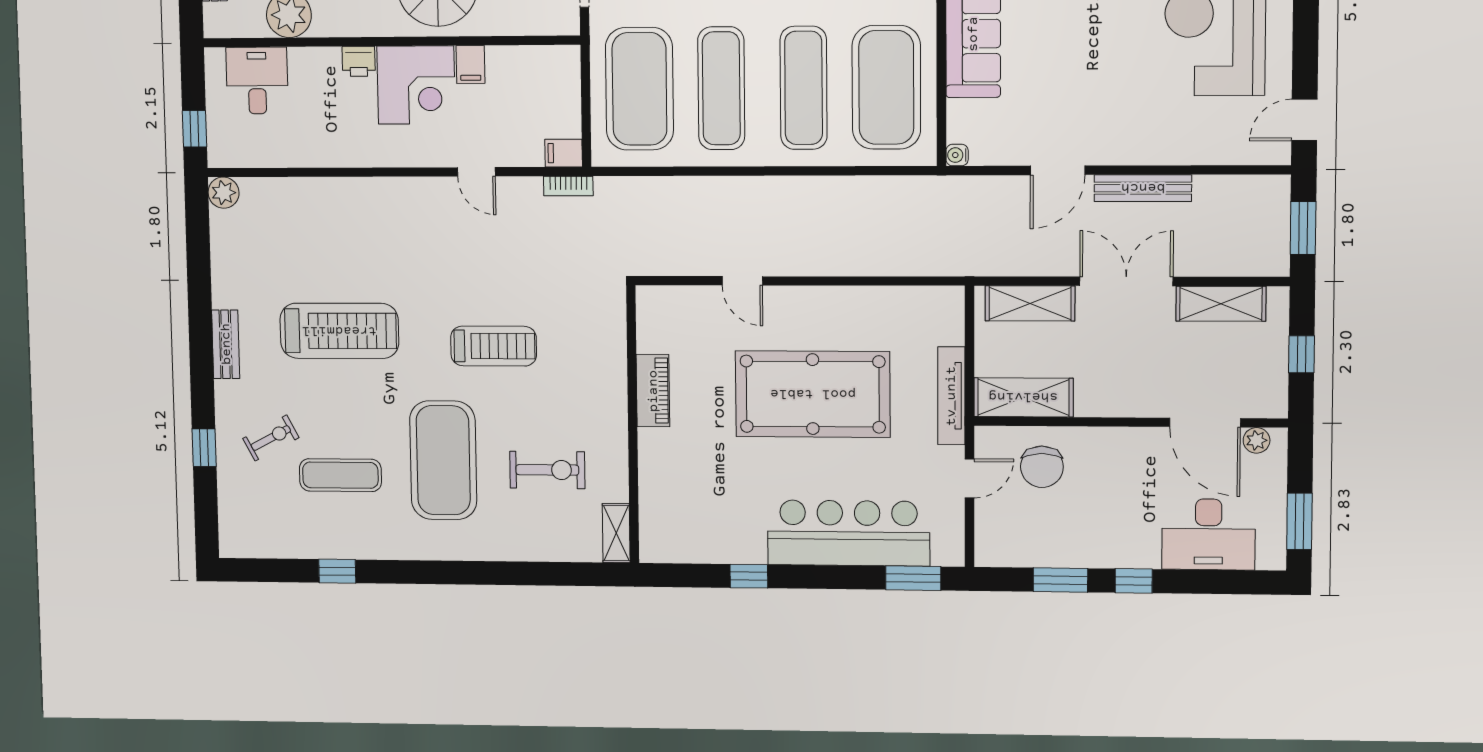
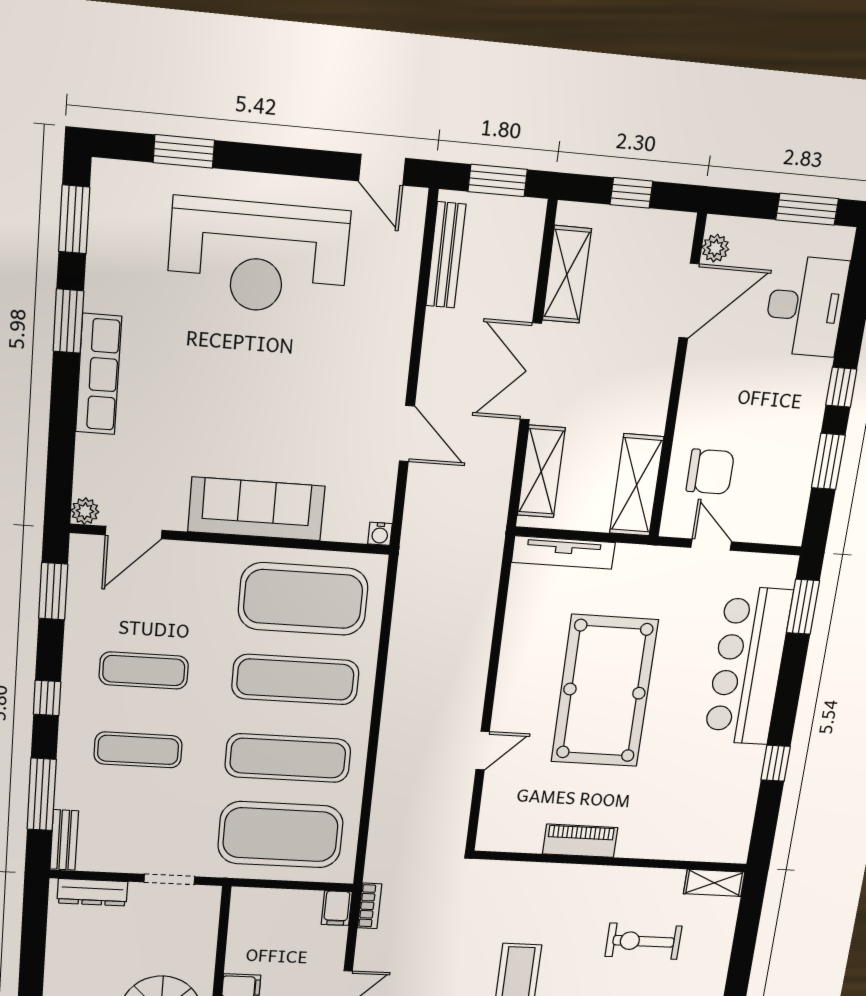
bench: (1143, 188) -> (446, 255), moved
tv unit: (951, 396) -> (563, 552), moved
exercise bike: (547, 470) -> (644, 941), turned -90

